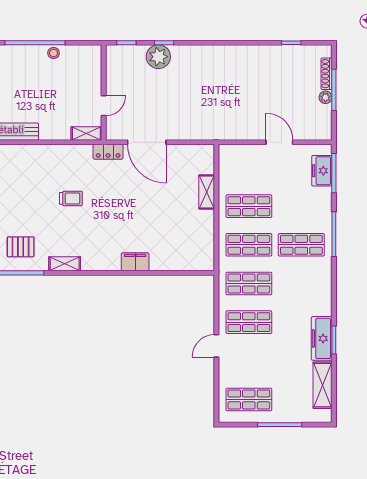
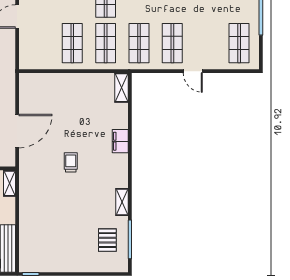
locker: (108, 152) -> (25, 165), removed
shelving: (207, 192) -> (121, 88), moved, turned 90
trolley: (71, 198) -> (71, 162), moved

